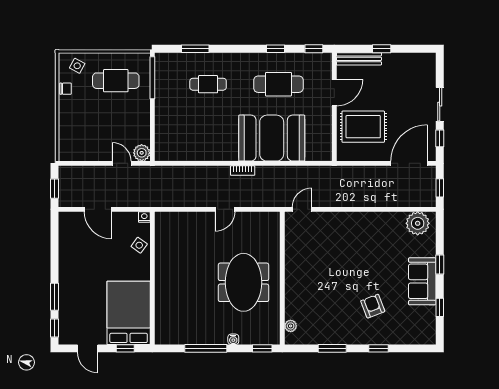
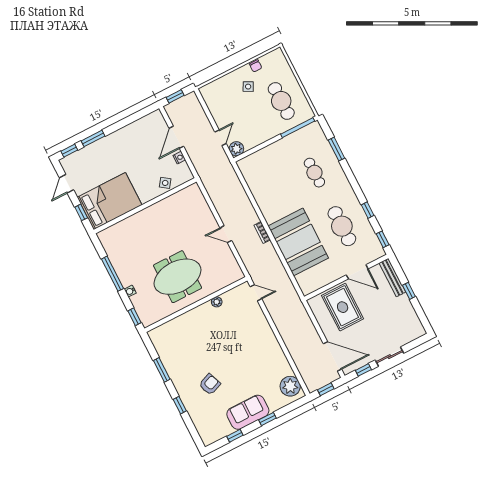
side table: (77, 66) -> (248, 87), moved
nightstand: (144, 217) -> (179, 158), moved
plant: (291, 326) -> (217, 302), moved

